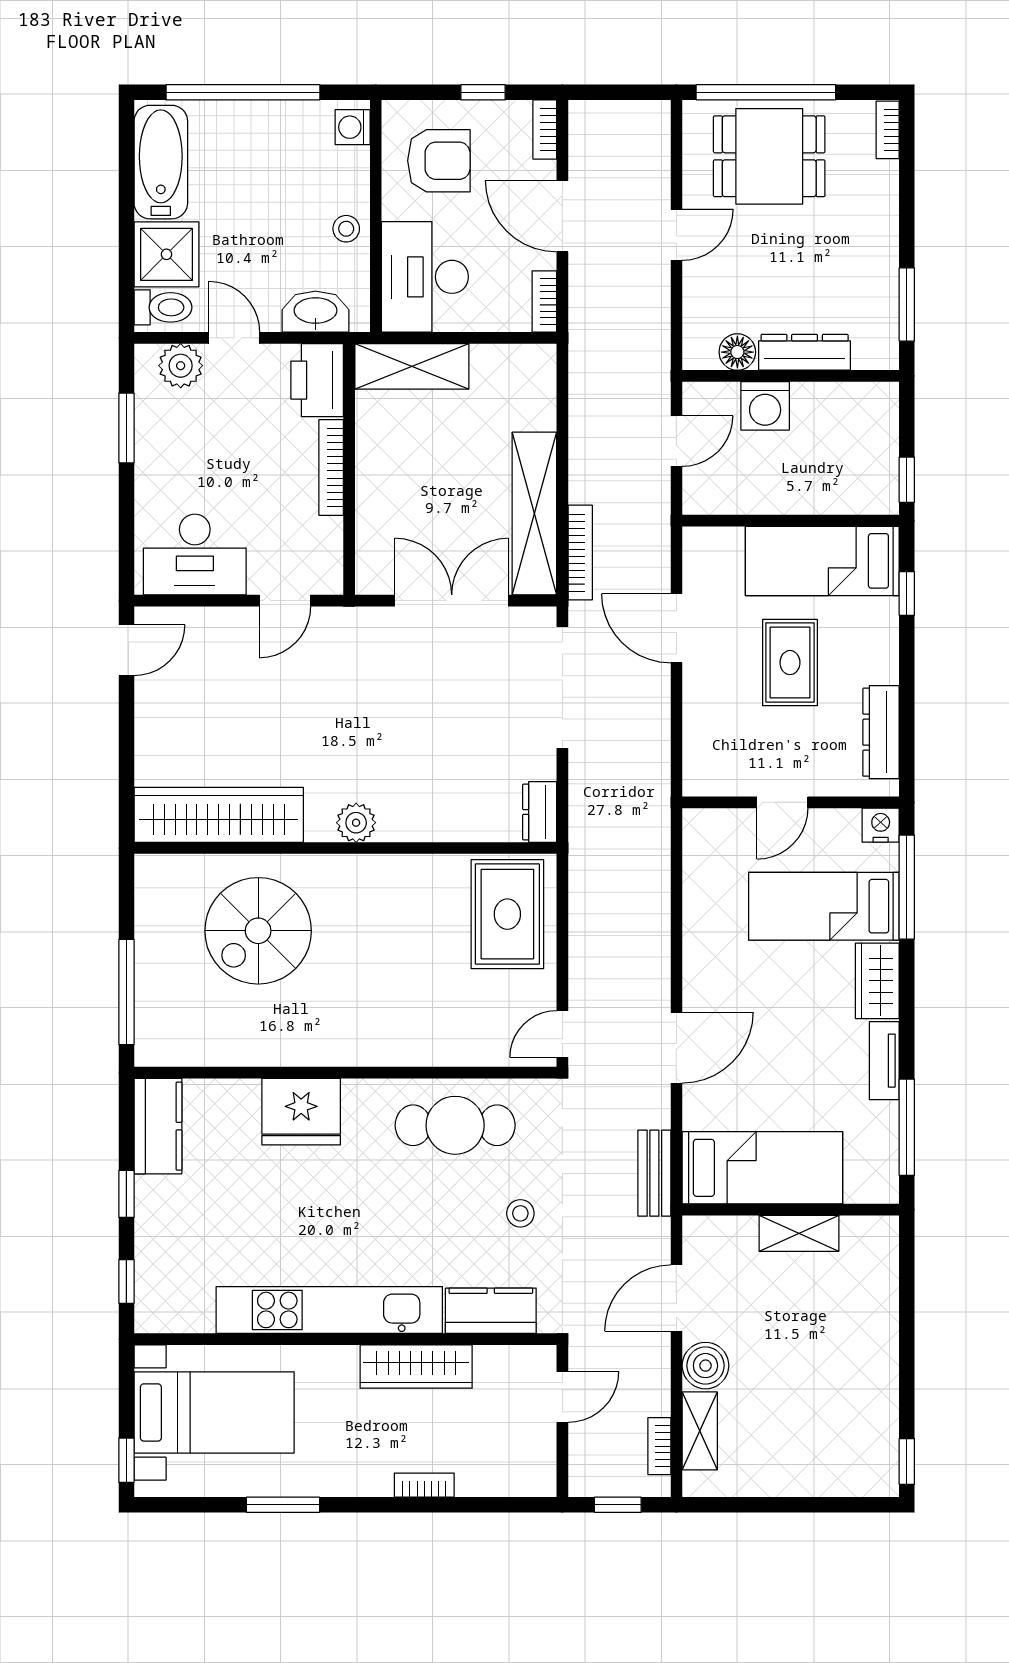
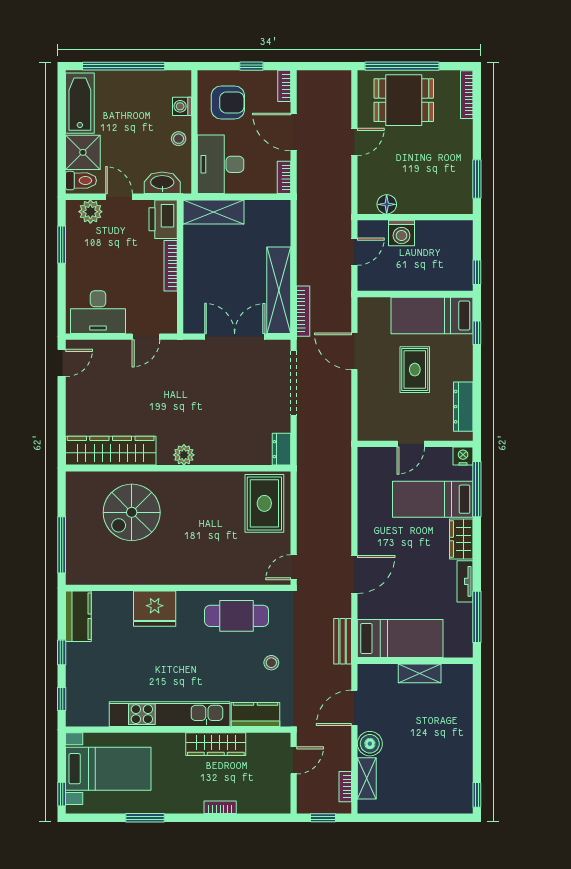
washing machine: (353, 127) -> (182, 106), moved
bookcase: (888, 130) -> (467, 95), width x1.56
dresser: (805, 352) -> (423, 204), removed

